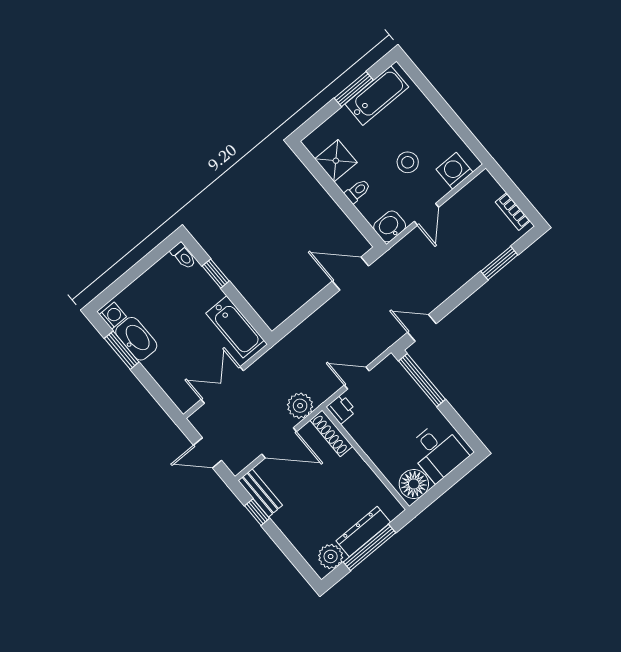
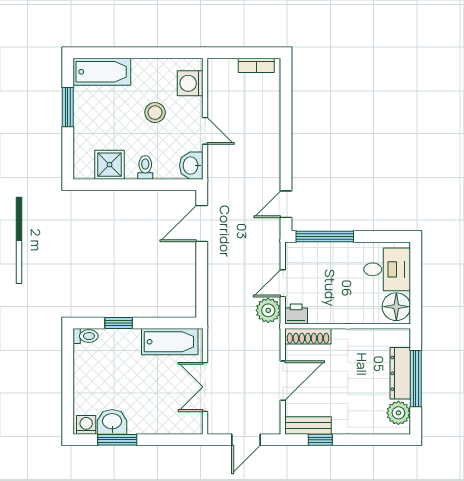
bathtub: (377, 96) -> (102, 72), moved, turned 90
window: (499, 263) -> (286, 107), removed
washbasin: (136, 339) -> (112, 422), width x0.72
plant: (300, 406) -> (268, 310), moved

